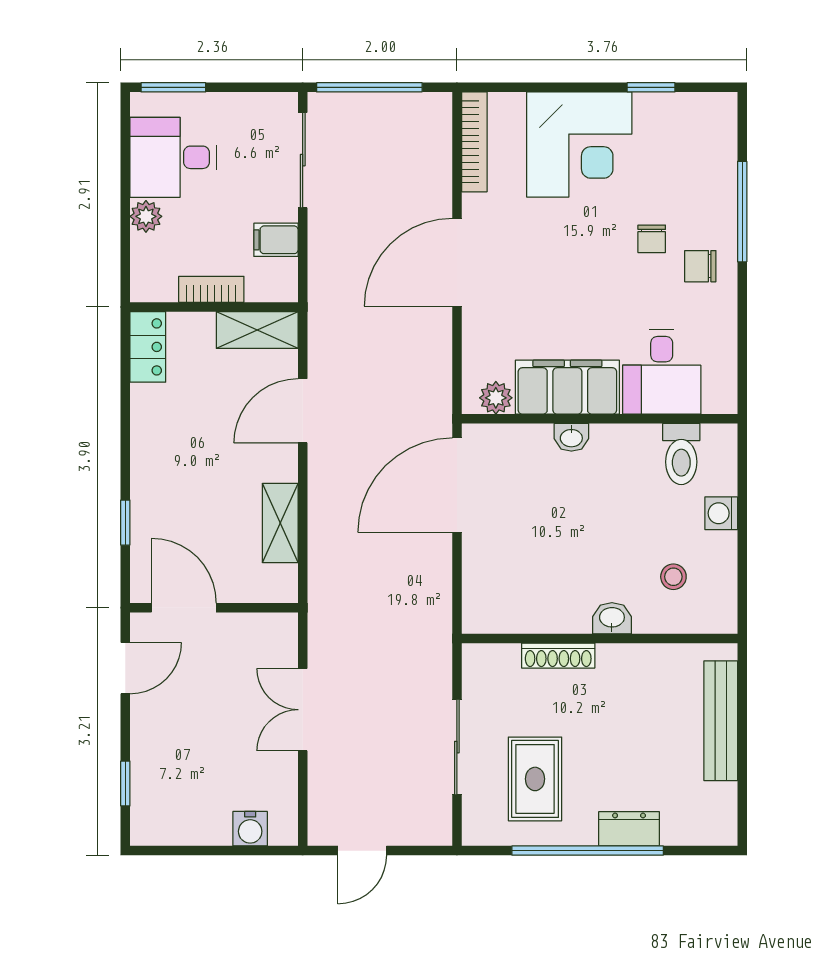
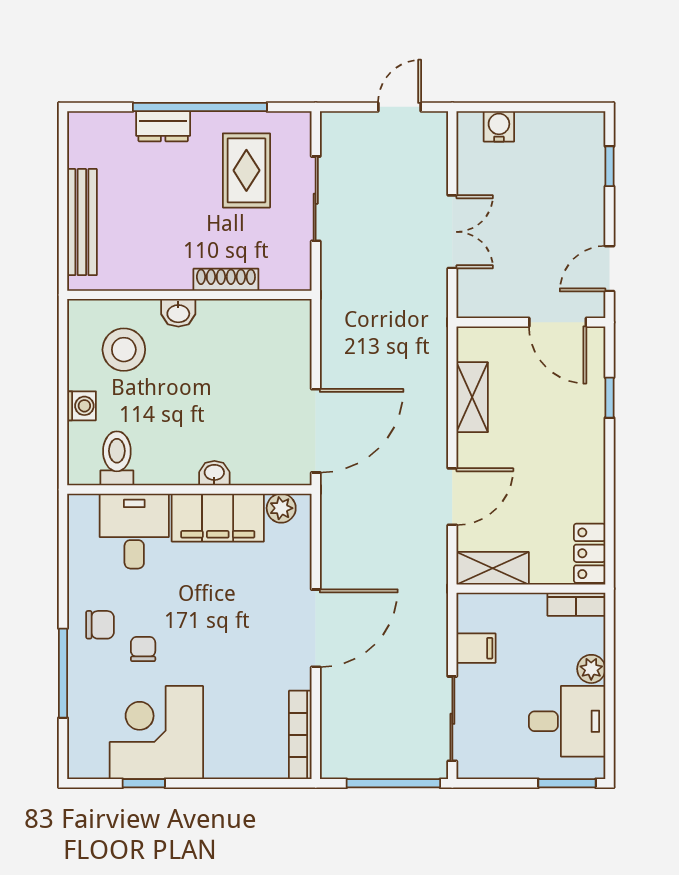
corner desk: (579, 145) -> (156, 733), moved
bookcase: (211, 289) -> (576, 604), moved
stool: (673, 577) -> (124, 350), width x1.89, depth x1.89

